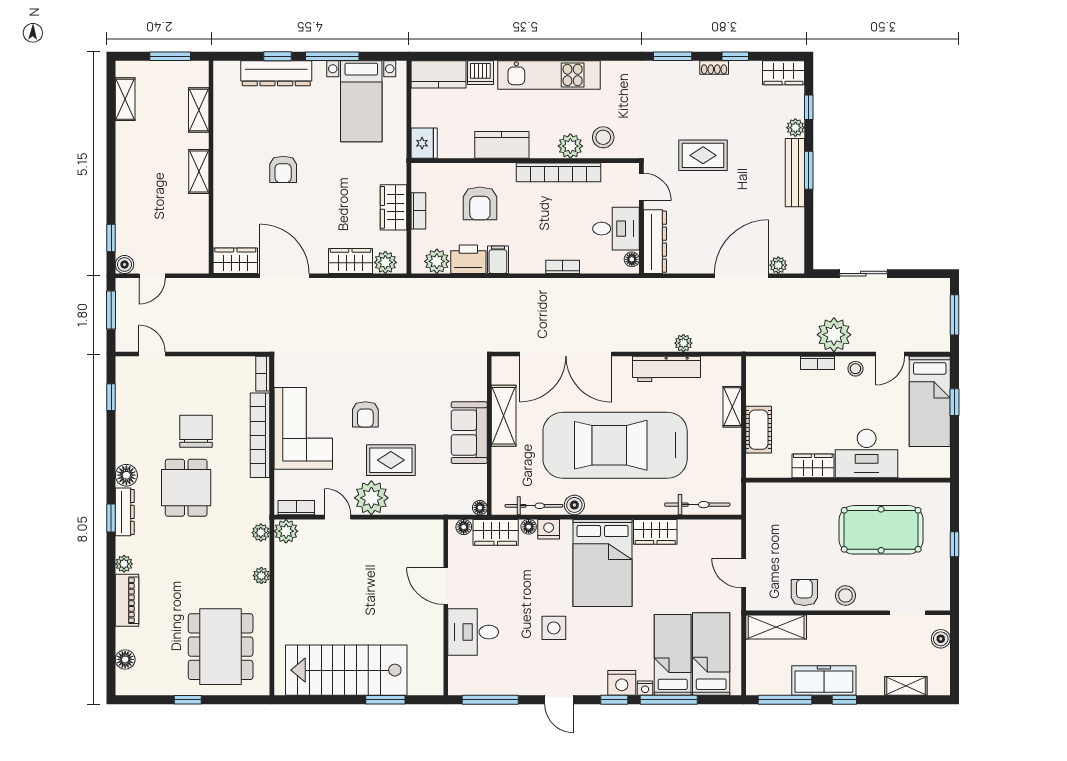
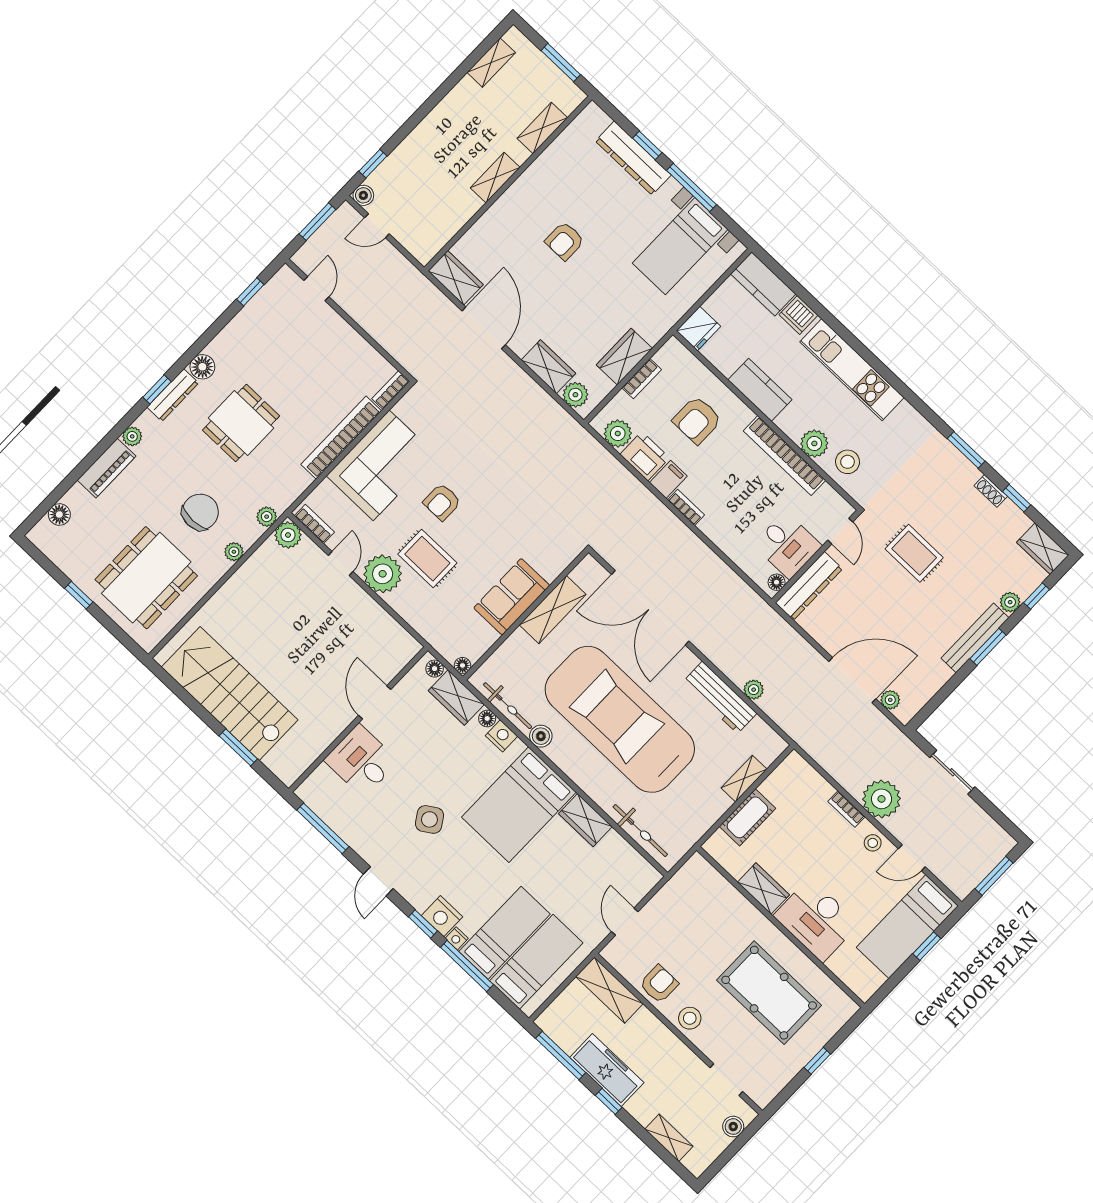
bookcase: (563, 267) -> (686, 507), moved
chair: (196, 431) -> (200, 512), moved
side table: (554, 628) -> (429, 819), turned -33

